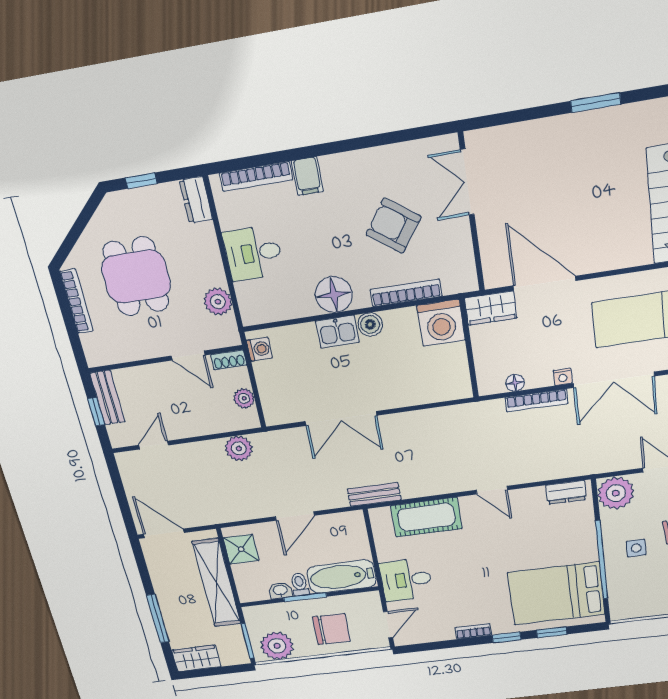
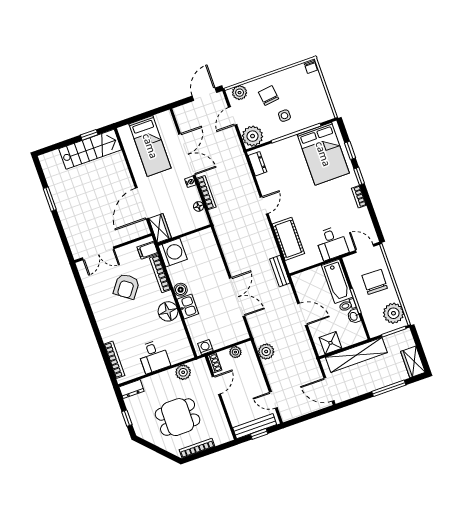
filing cabinet: (307, 176) -> (148, 250), moved, turned 180
bench: (107, 397) -> (255, 426), width x1.36
door: (164, 533) -> (329, 389), hinge flipped

